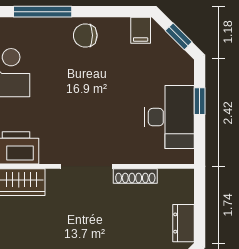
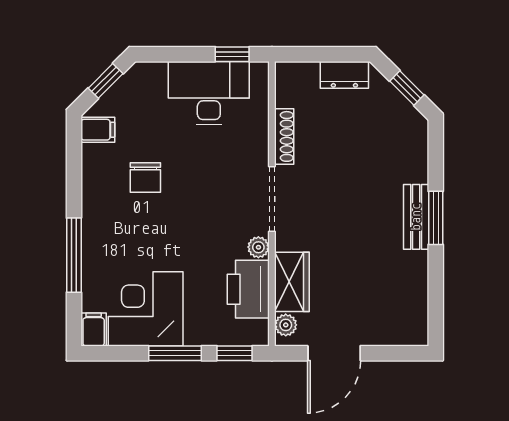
chair: (85, 35) -> (145, 177), moved
window: (200, 101) -> (232, 54), moved
plant: (49, 156) -> (258, 247), added

